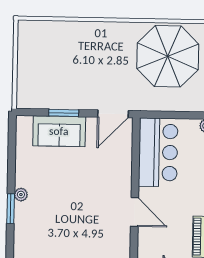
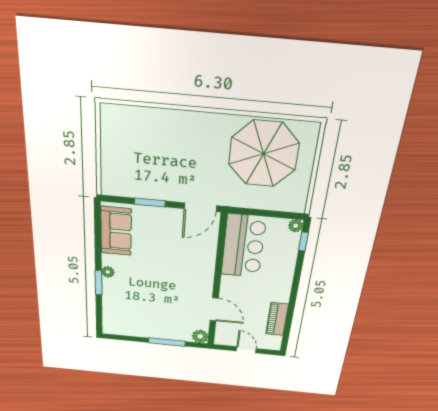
sofa: (59, 131) -> (116, 231), moved, turned -90
door: (135, 212) -> (214, 309), moved

